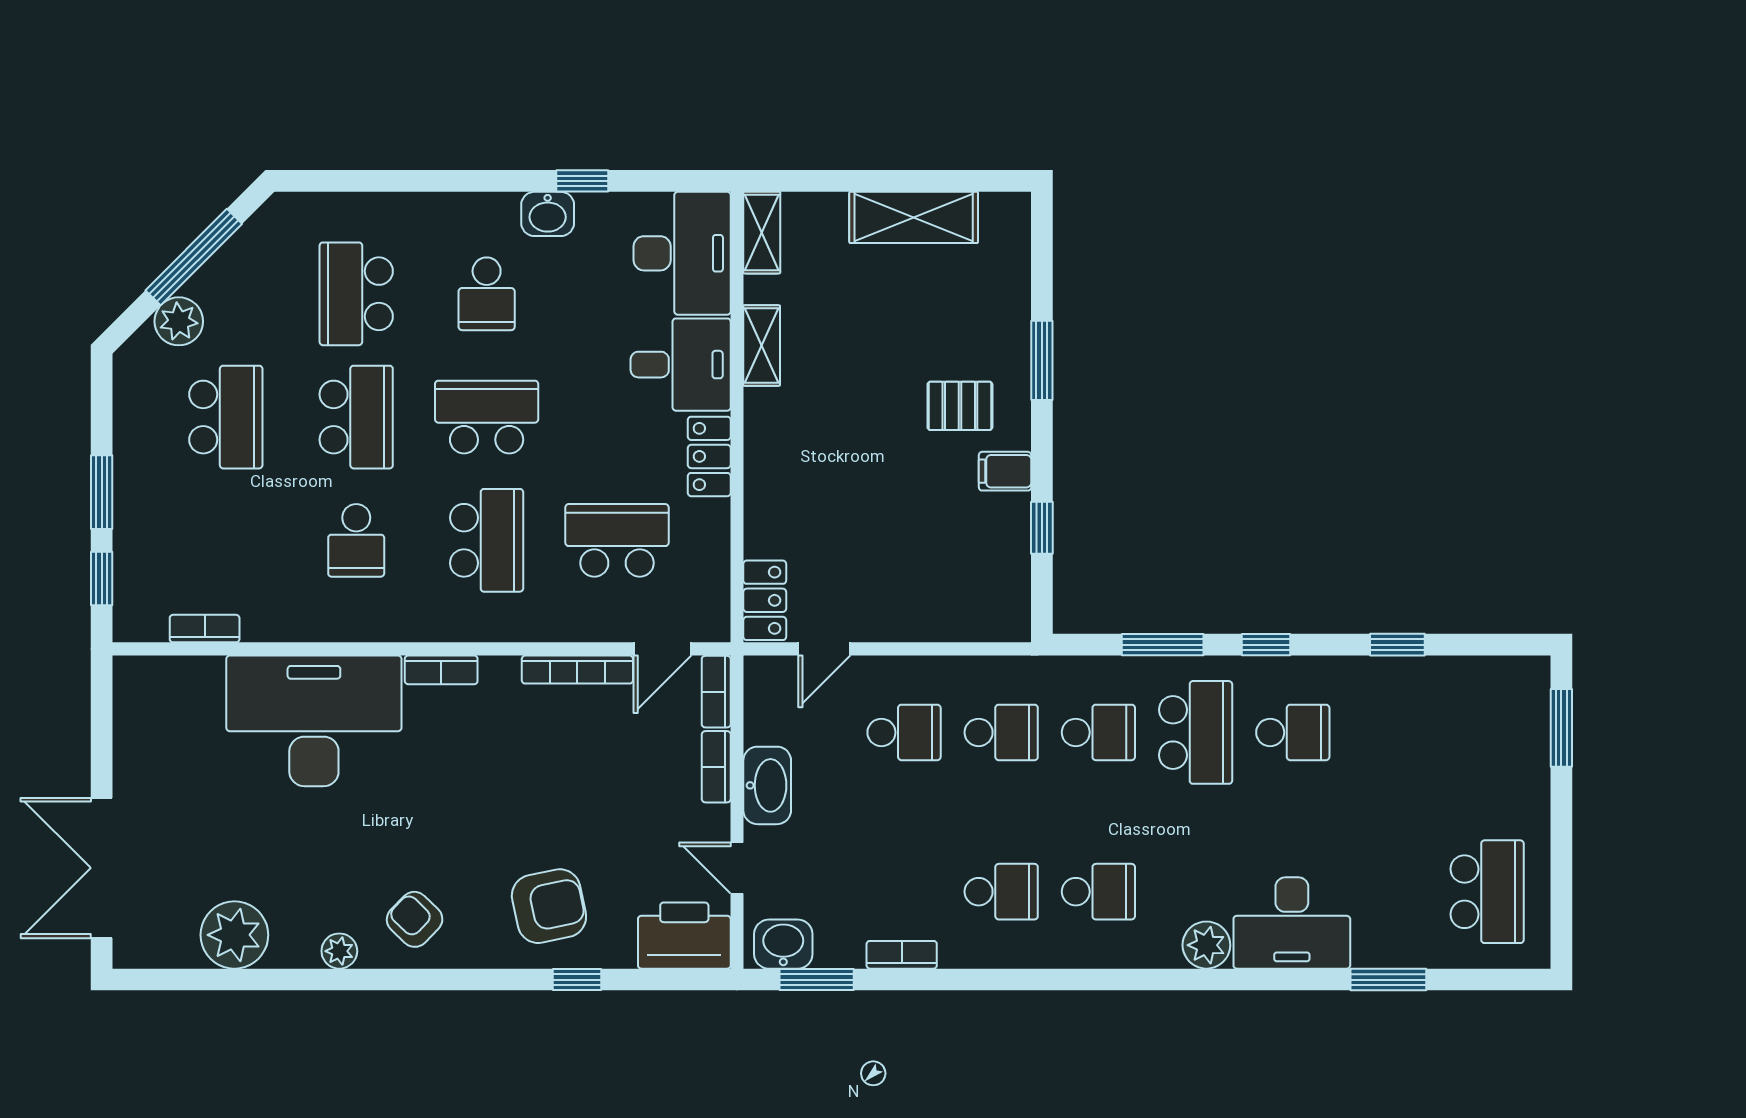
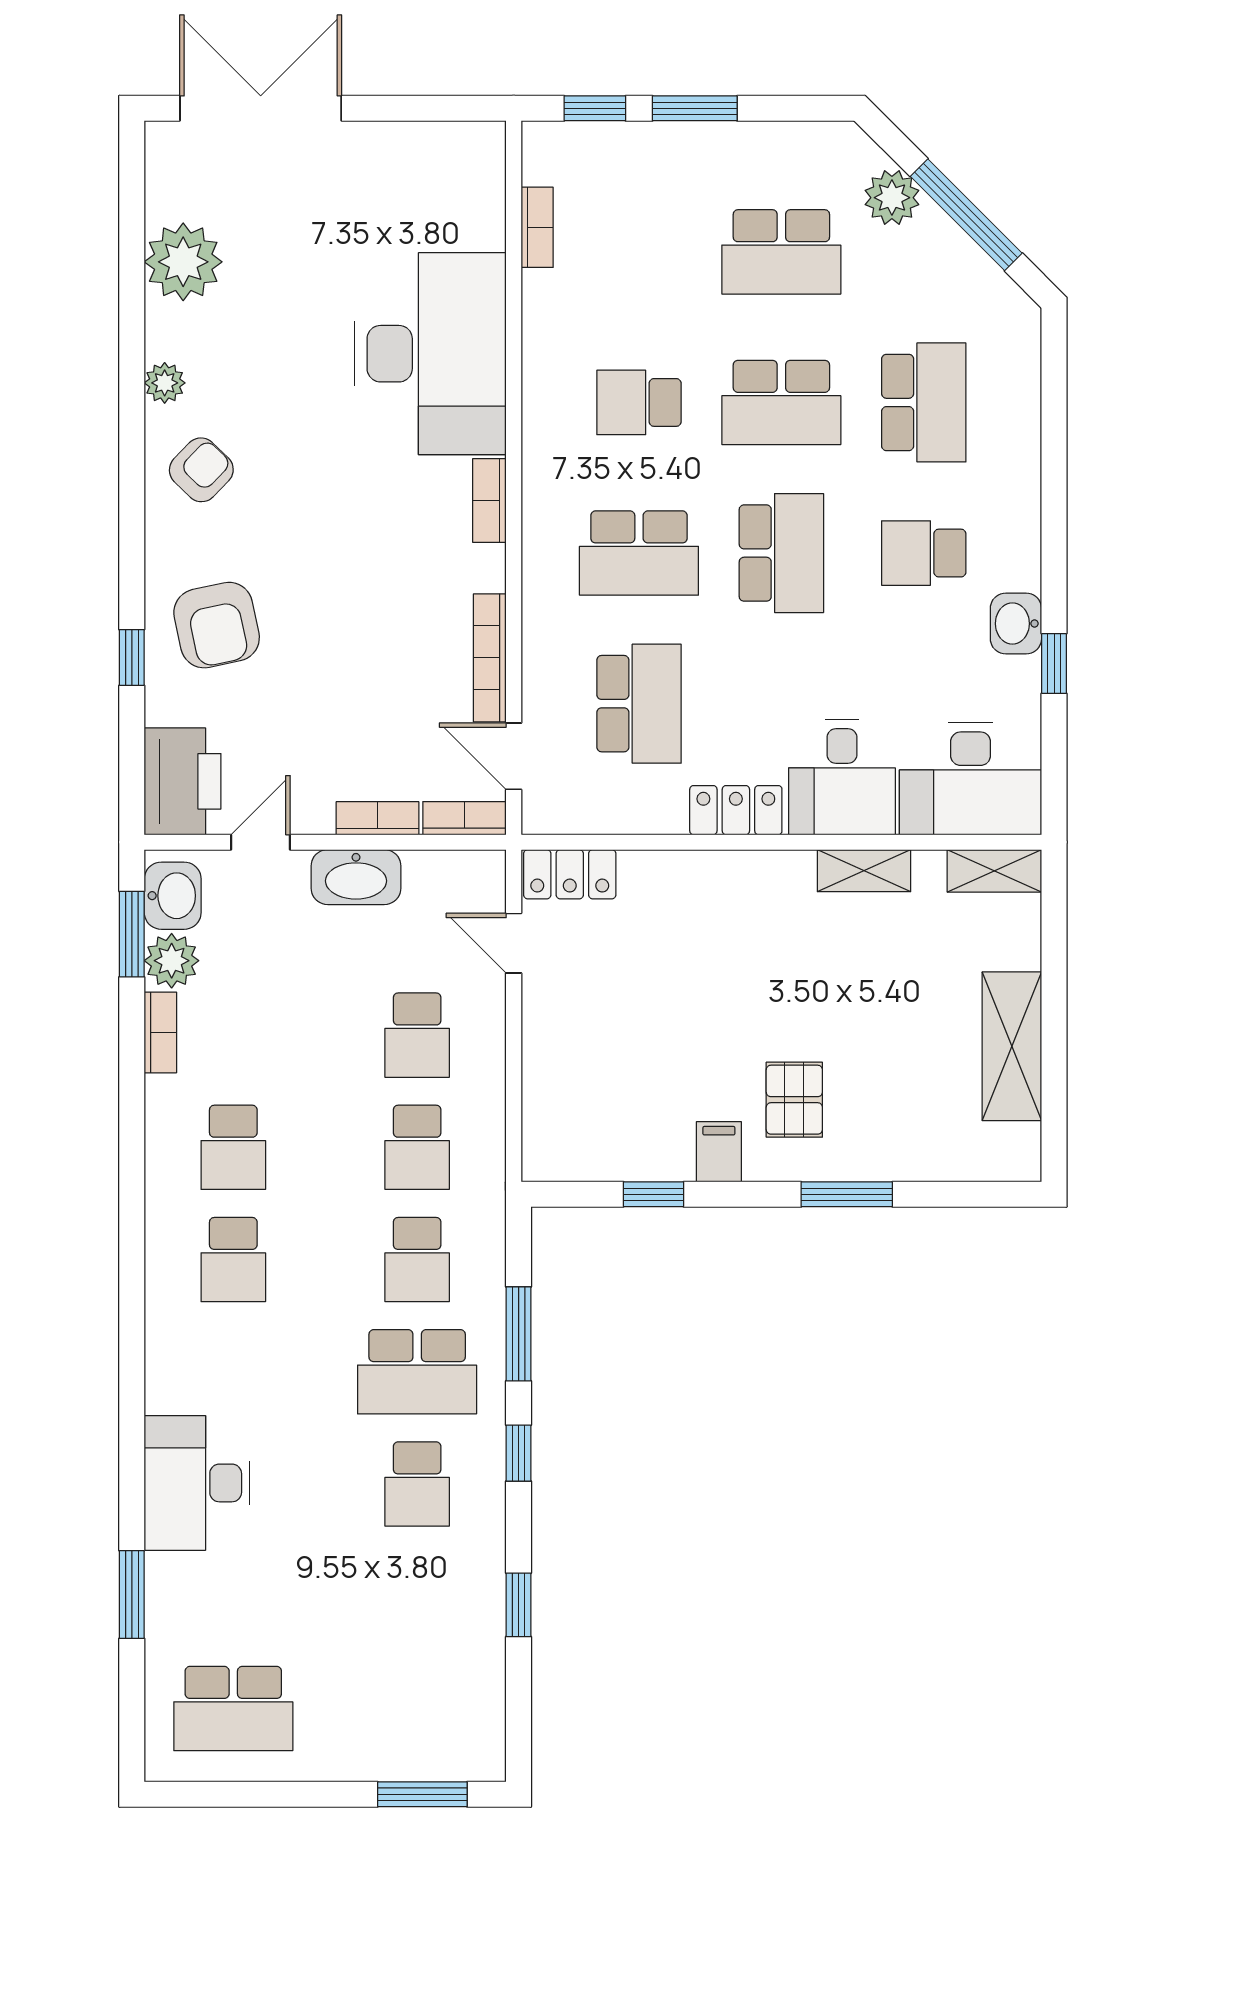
school desk: (356, 294) -> (924, 402), turned 90
plant: (1206, 945) -> (172, 961), moved

